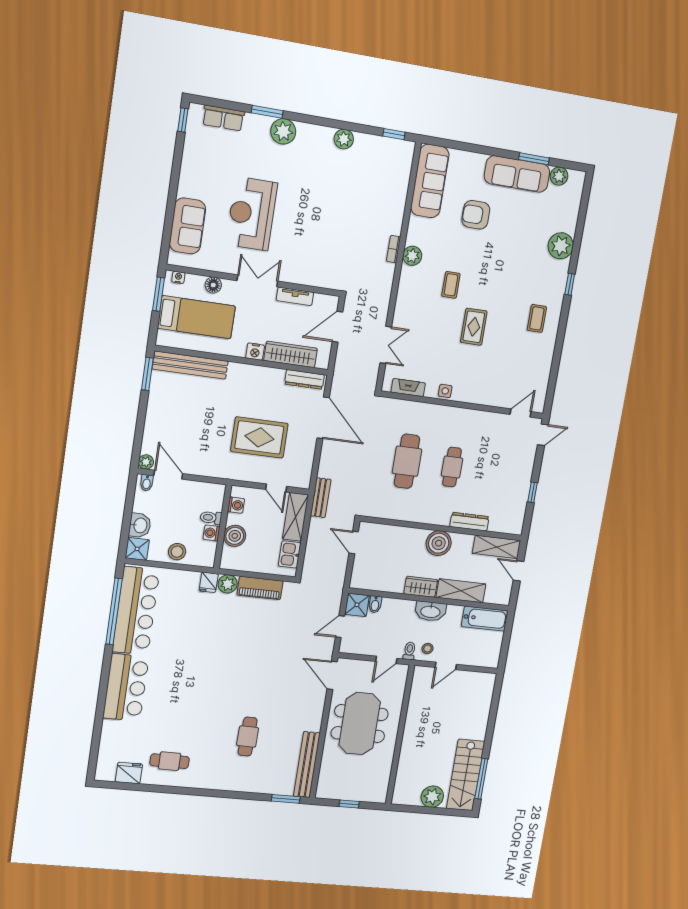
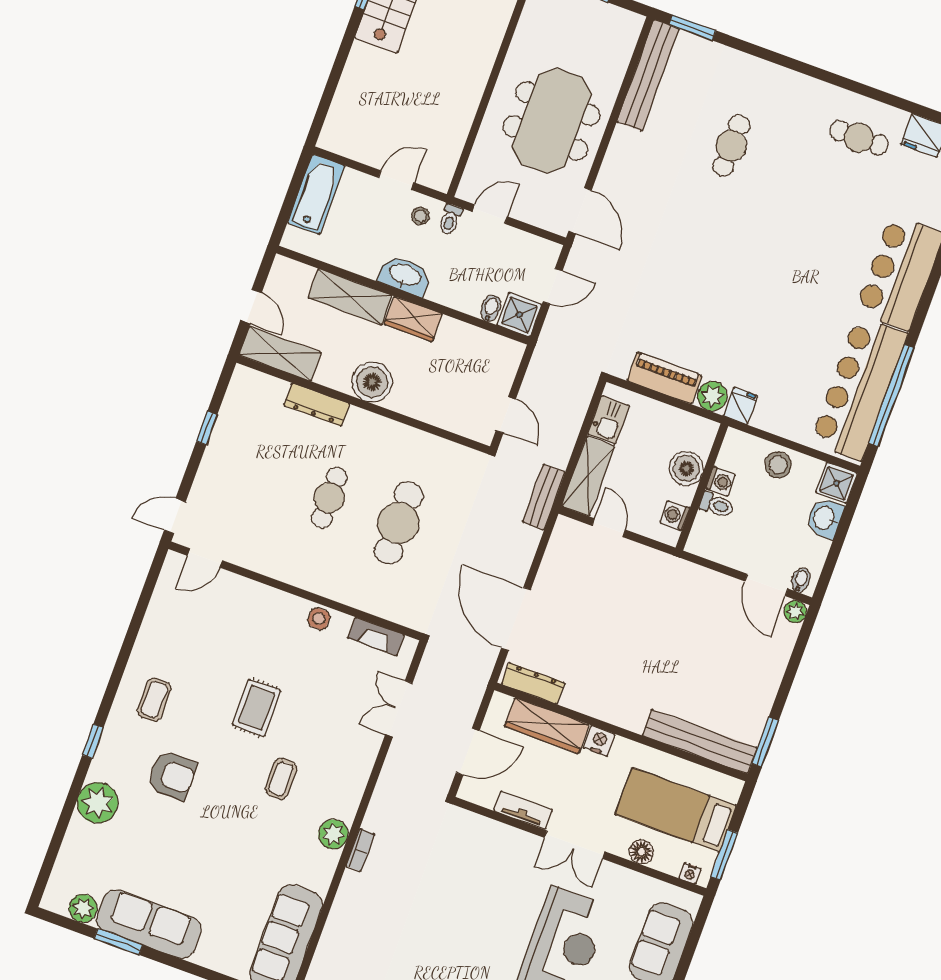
armchair: (476, 215) -> (172, 775), moved
rug: (259, 437) -> (619, 611), removed
bathtub: (485, 619) -> (316, 194), moved, turned 90

